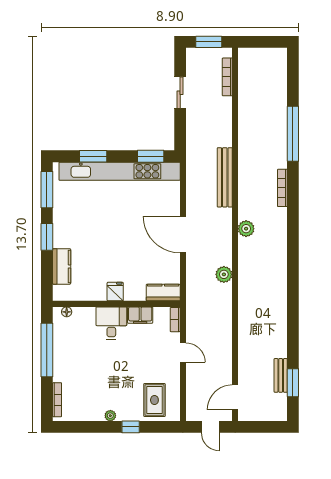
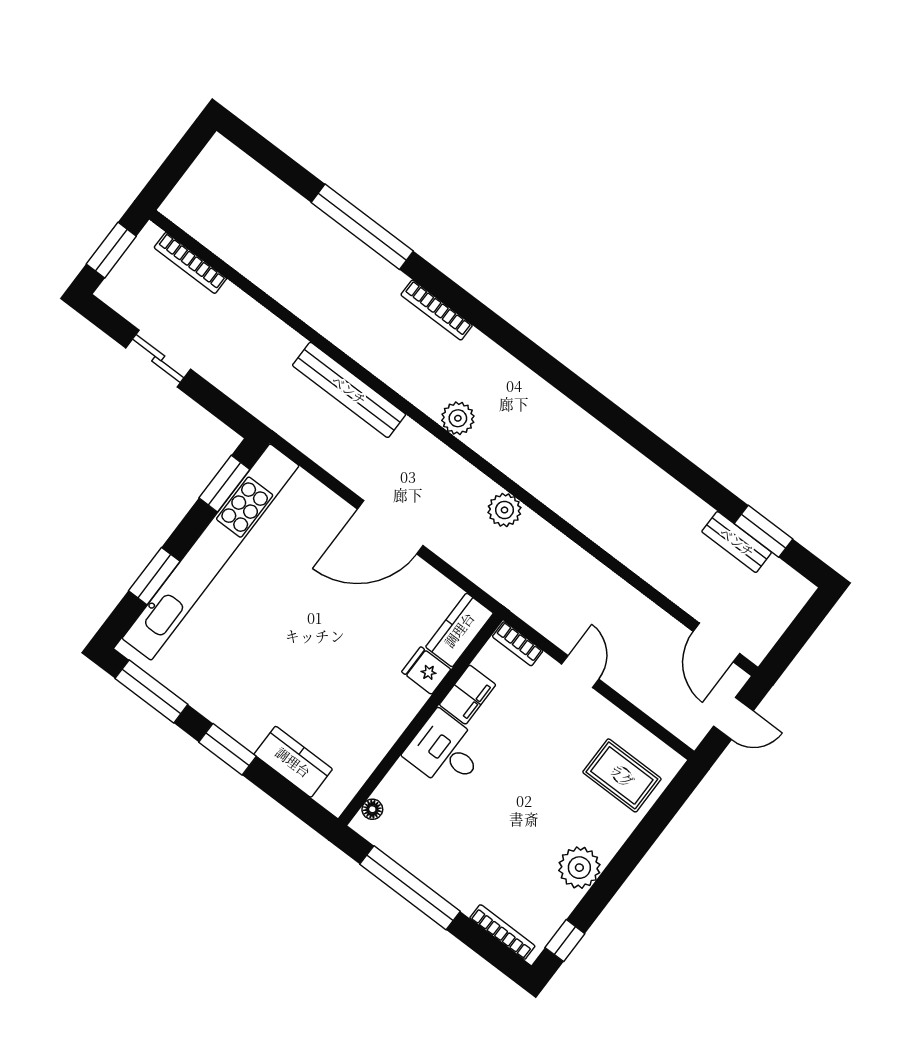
fridge: (115, 292) -> (426, 671), moved
door: (183, 352) -> (580, 671), hinge flipped
plant: (110, 416) -> (579, 868), width x1.87, depth x1.87
window: (131, 427) -> (565, 941), moved

